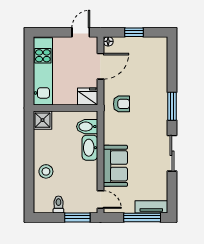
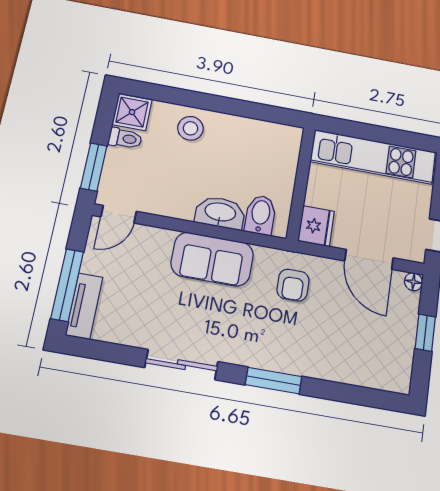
shower: (43, 120) -> (132, 112), moved
sofa: (115, 166) -> (212, 259), moved

